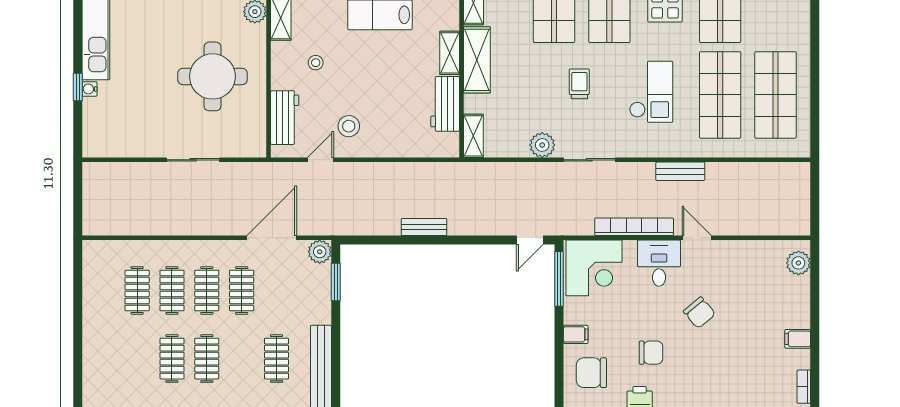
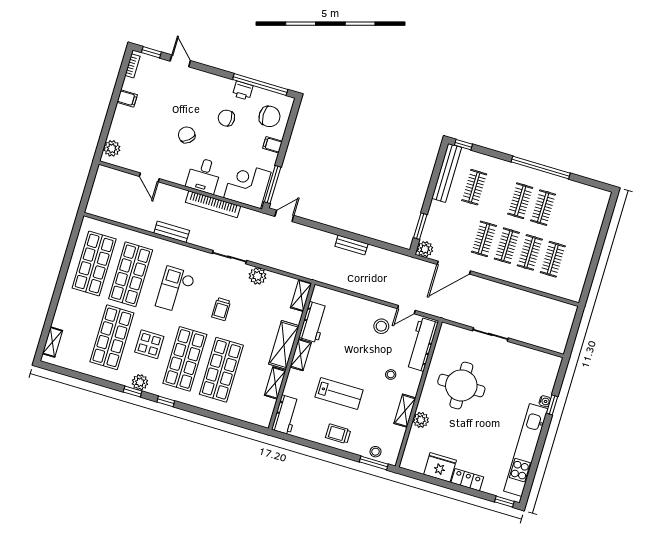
workbench: (285, 118) -> (422, 344), width x1.38
door: (697, 238) -> (149, 177), moved

